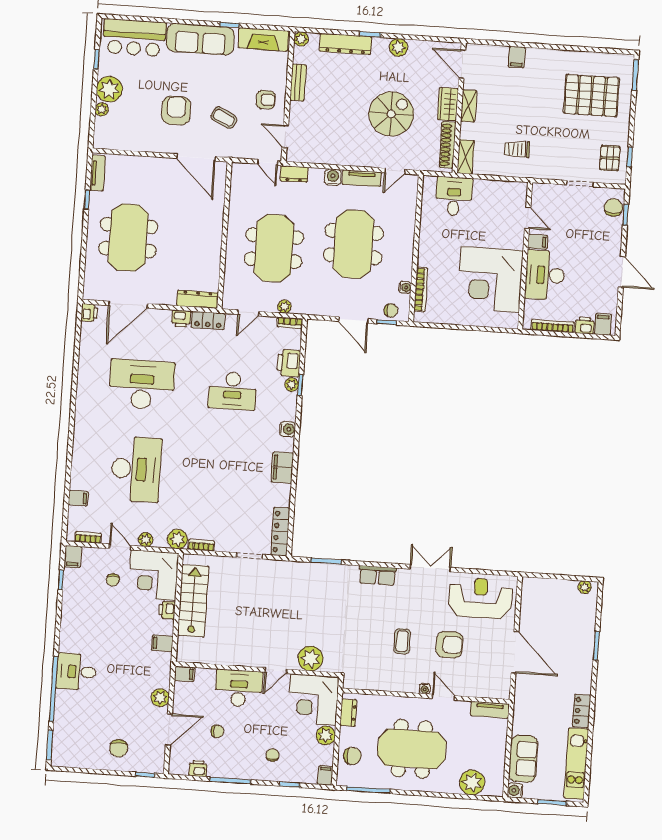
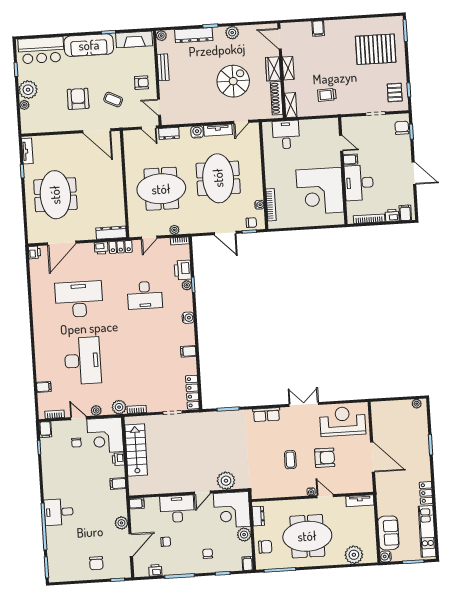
meeting table: (274, 248) -> (161, 189), turned 90
filing cabinet: (282, 468) -> (188, 351), width x0.50

